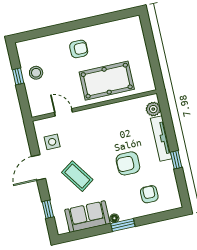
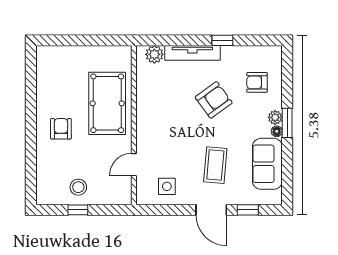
armchair: (128, 163) -> (214, 100), turned -126
door: (38, 168) -> (211, 210), moved
coffee table: (77, 176) -> (215, 165), turned -50
plant: (125, 215) -> (275, 117), added

